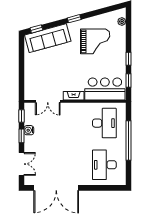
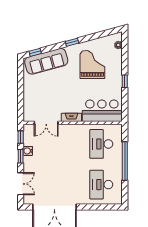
grand piano: (95, 41) -> (92, 64), turned -90
window: (128, 81) -> (125, 103), removed
desk: (104, 123) -> (101, 144), turned 180

